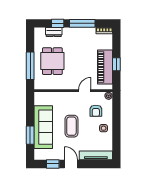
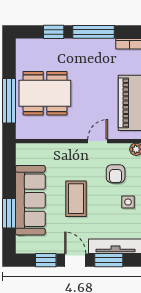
dresser: (54, 32) -> (47, 46), removed
dining table: (52, 61) -> (45, 93), width x1.38
window: (92, 164) -> (109, 260), added

